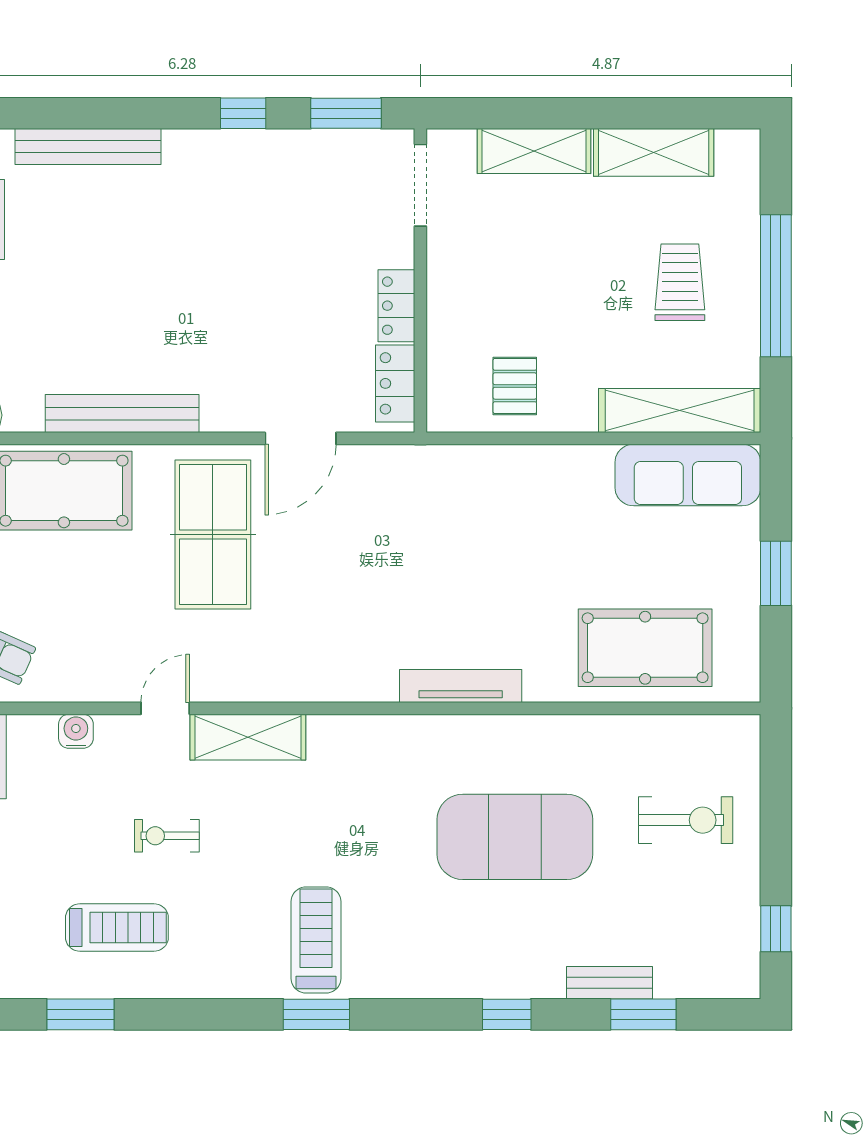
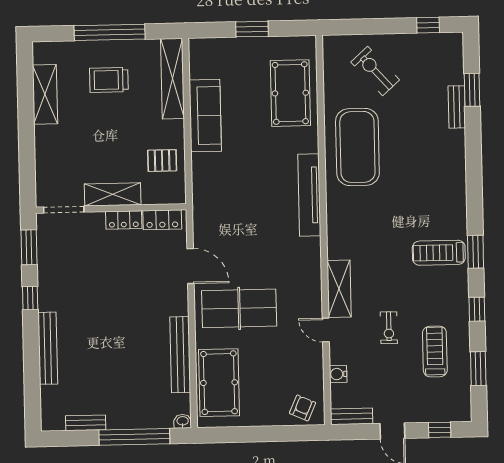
bench: (88, 147) -> (48, 348), moved
shelving: (534, 151) -> (113, 194), moved, turned 90
sofa: (688, 475) -> (205, 116), moved
tv unit: (461, 686) -> (309, 195), width x1.36, depth x1.29
exercise bike: (686, 820) -> (375, 71), turned -42
exercise mat: (515, 837) -> (357, 147), moved
window: (507, 1014) -> (477, 309), moved

